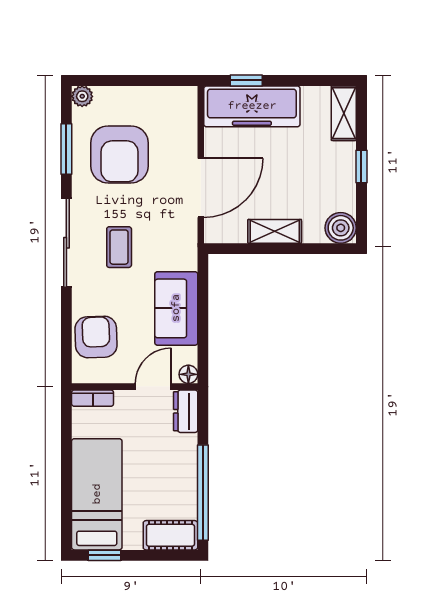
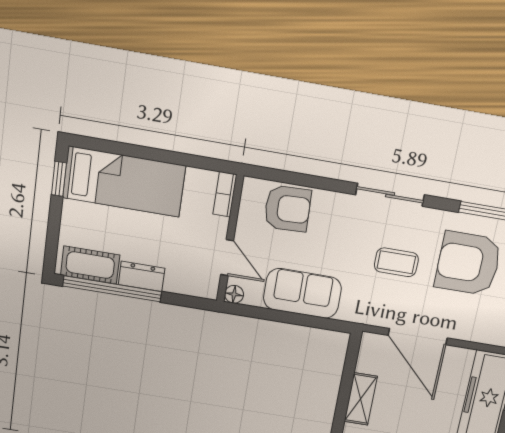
sliding door: (66, 243) -> (390, 195), width x0.73
coffee table: (119, 247) -> (396, 262), moved
dresser: (186, 411) -> (142, 276), moved
cot: (170, 535) -> (90, 265), moved, turned 90

